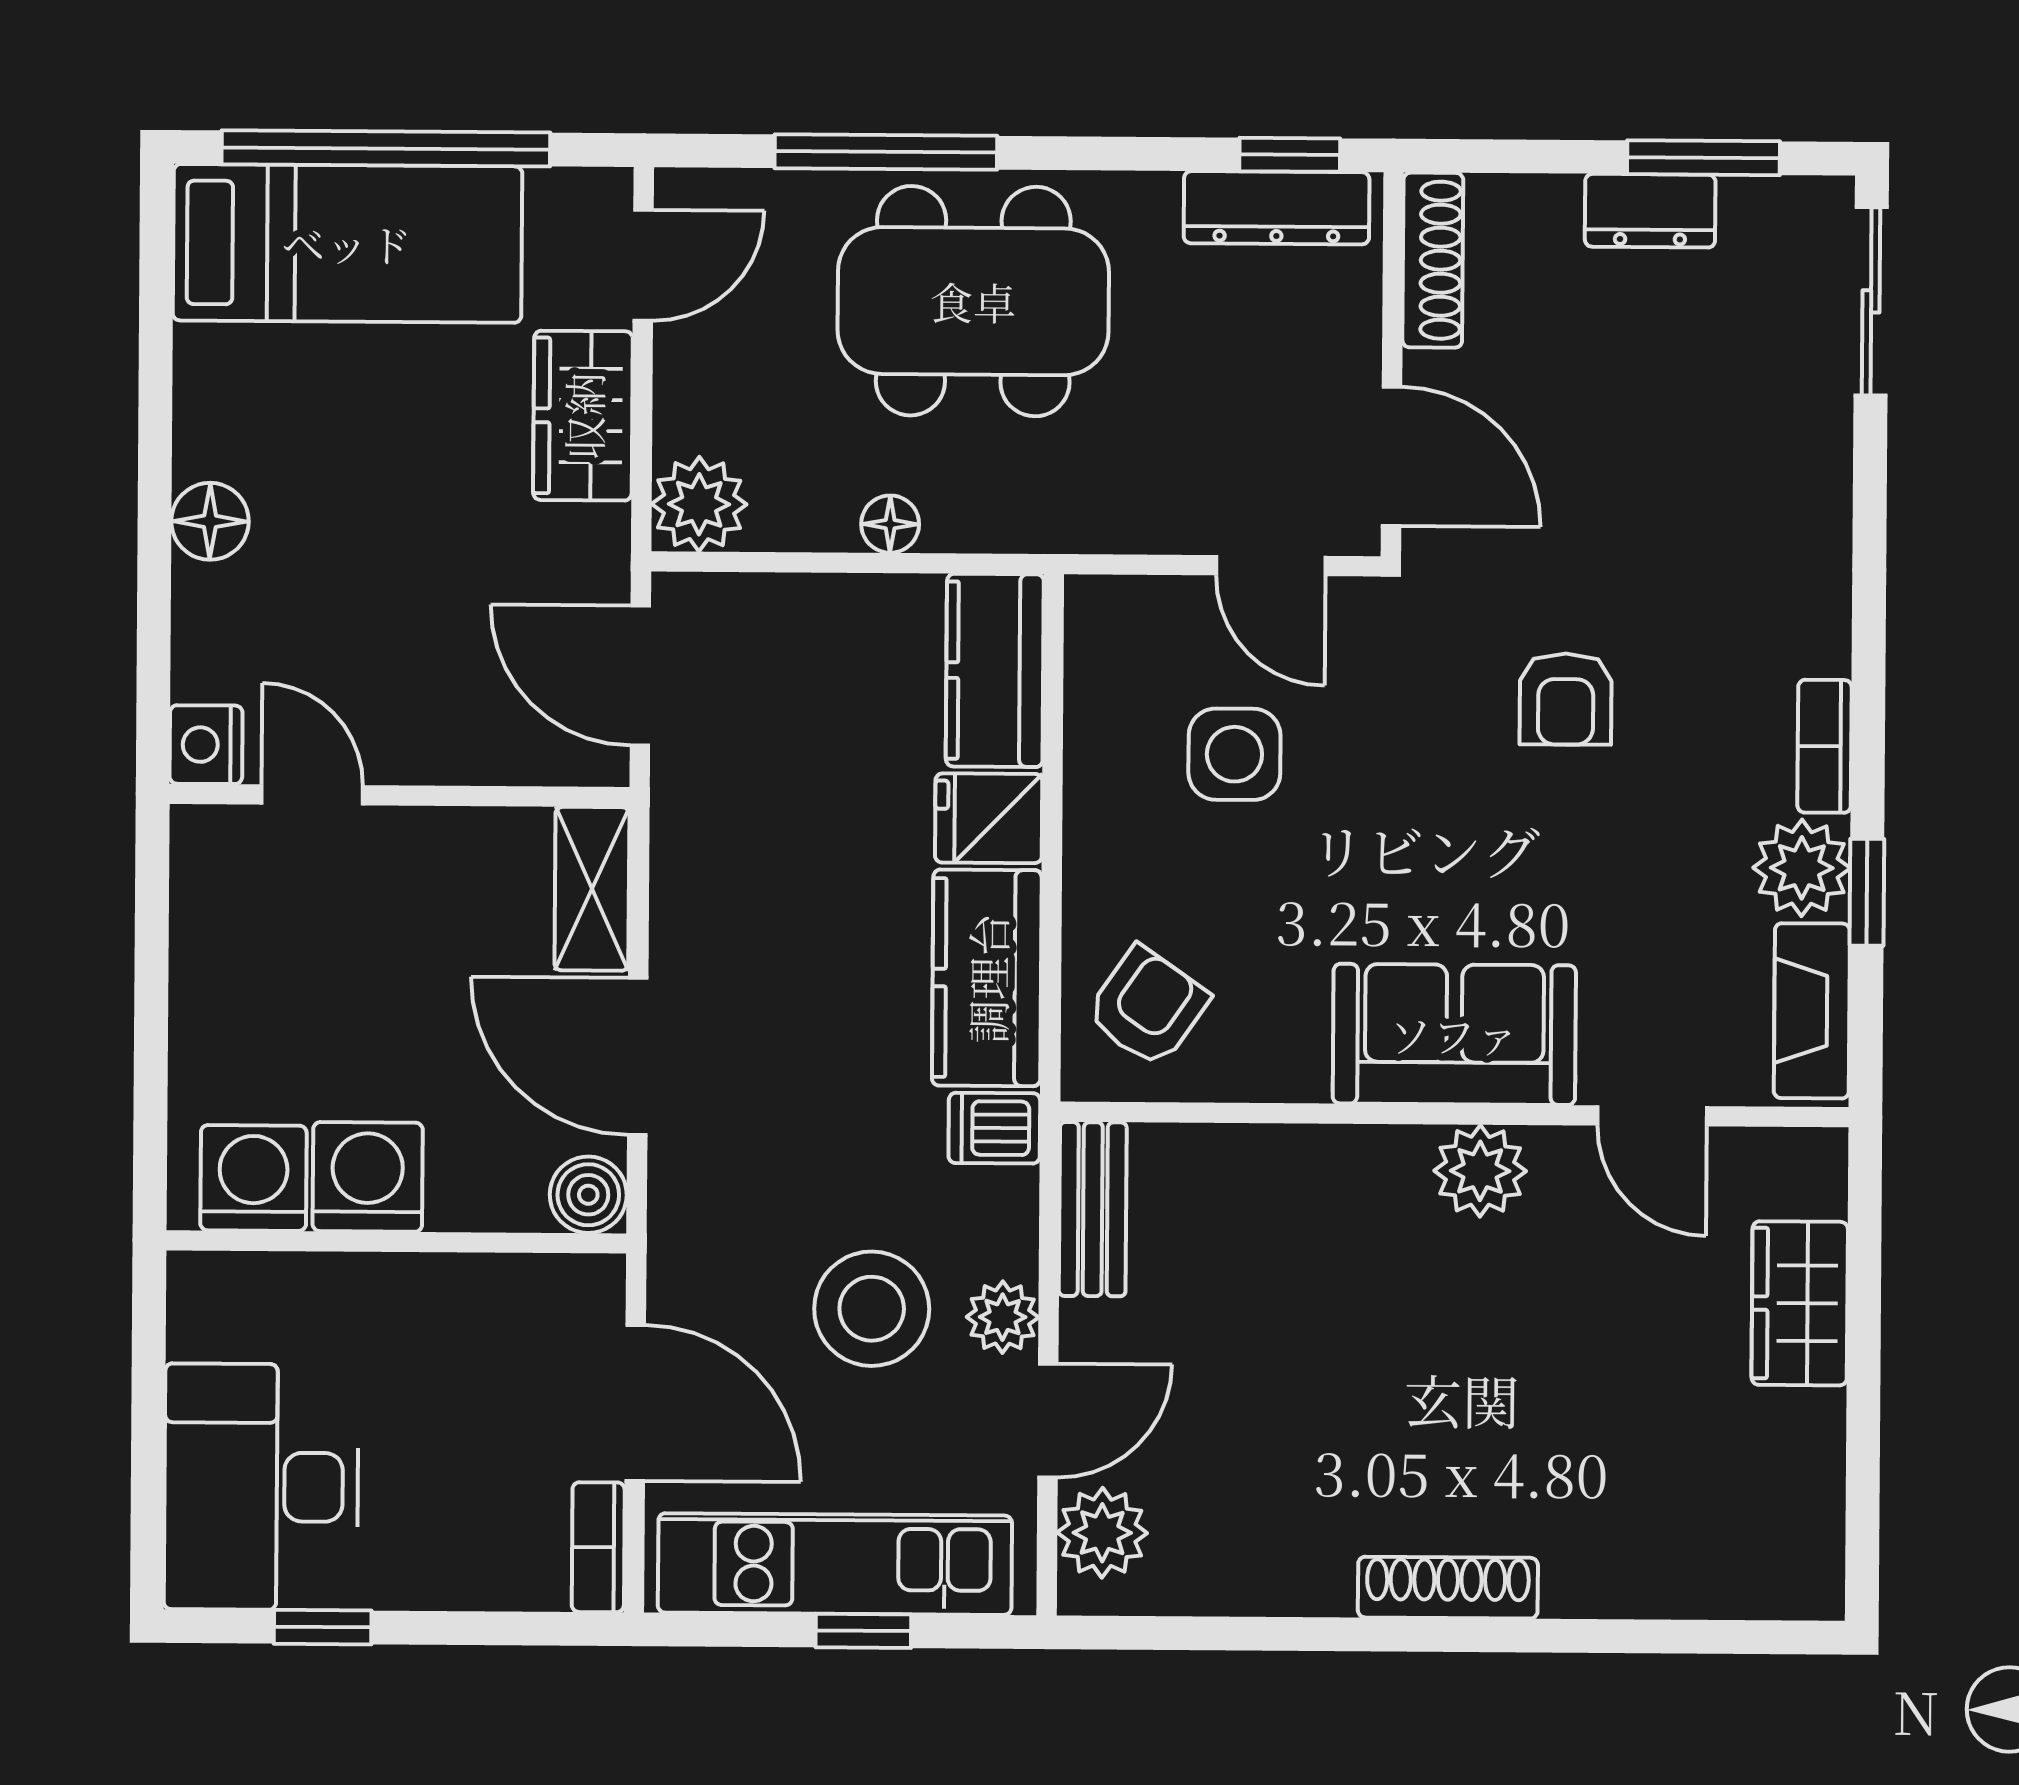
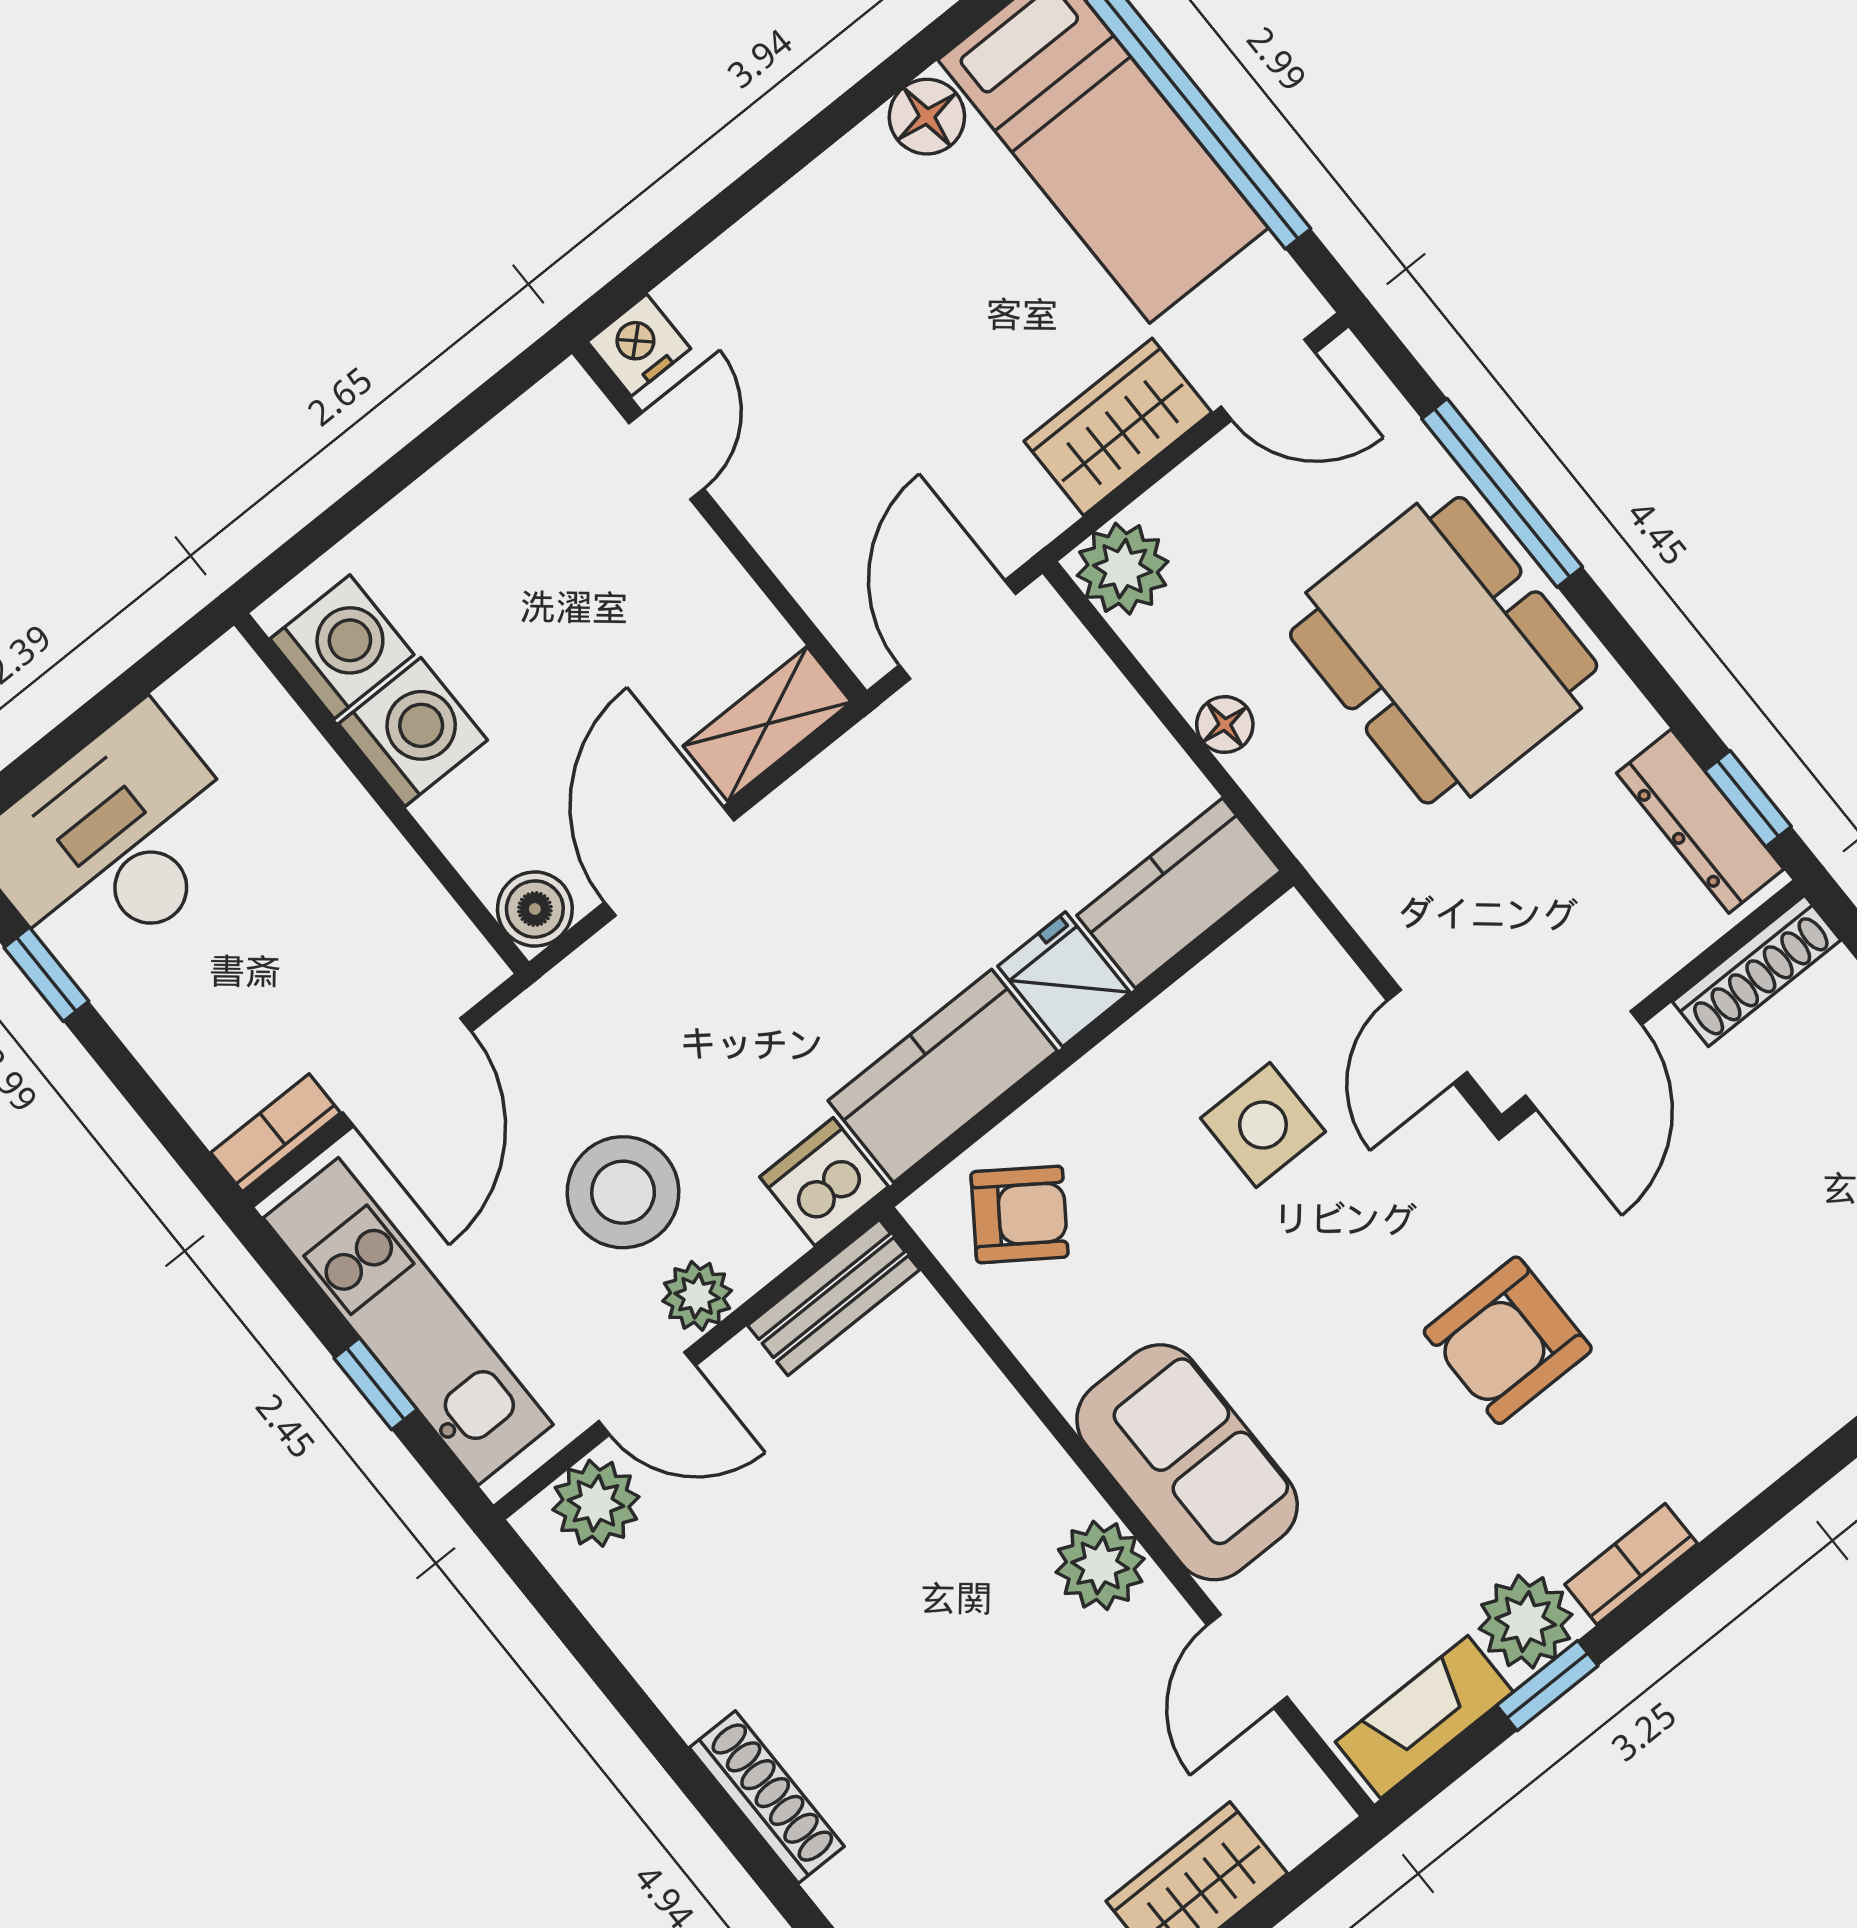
floor lamp: (210, 521) -> (927, 117), moved
armchair: (1566, 699) -> (1508, 1340), width x1.38, depth x1.38
dishwasher: (994, 1128) -> (824, 1182), width x1.38

